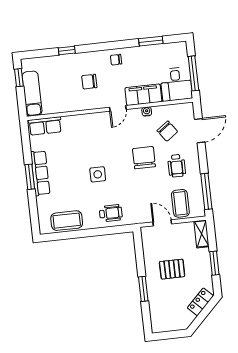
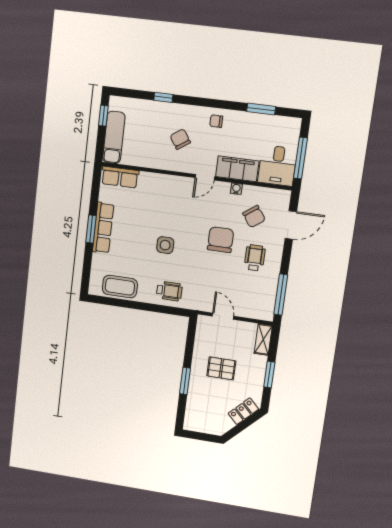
chair: (89, 82) -> (180, 139), turned 56
wheelchair: (177, 166) -> (255, 258), turned 180
coffee table: (180, 203) -> (248, 300), removed

